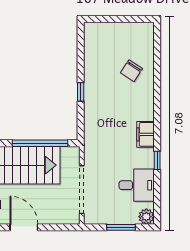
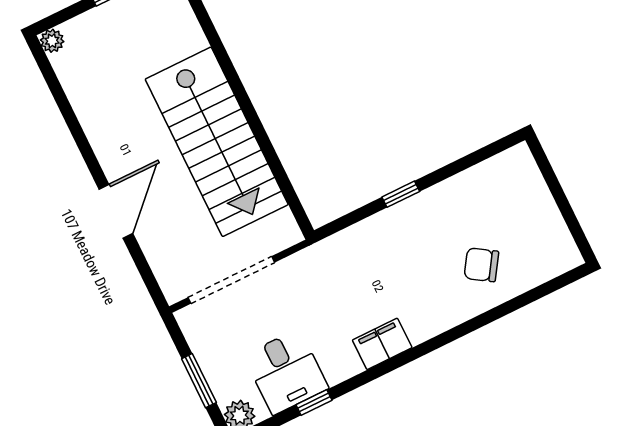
window: (40, 143) -> (277, 167), removed
window: (157, 160) -> (314, 403), moved

